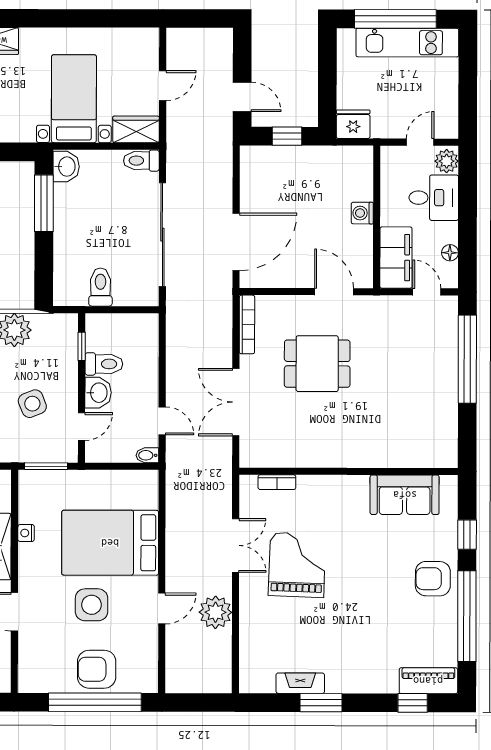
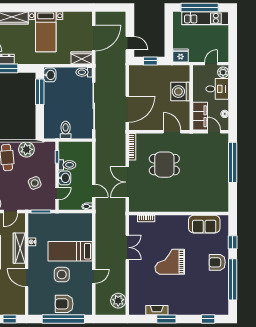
door: (163, 86) -> (94, 38), width x1.88
bed with nightstands: (74, 99) -> (46, 32), moved, turned 180
washing machine: (362, 213) -> (180, 92), width x1.89, depth x1.89
bed: (110, 543) -> (70, 251), width x0.67
grand piano: (297, 565) -> (170, 262), moved, turned -92
plant: (215, 612) -> (118, 301), moved
piano: (428, 681) -> (215, 309), removed

